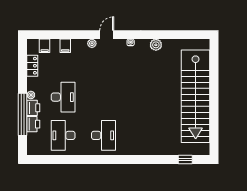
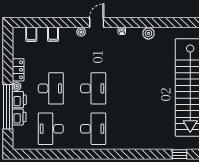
locker: (32, 66) -> (18, 70), moved
desk: (103, 97) -> (93, 88), added

